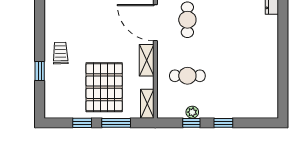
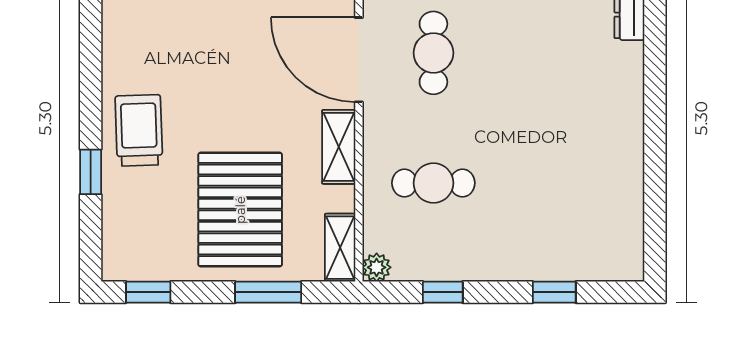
trolley: (60, 53) -> (139, 130), width x1.36, depth x1.39
plant: (192, 112) -> (377, 267), moved
window: (82, 123) -> (148, 292), moved
window: (223, 123) -> (554, 292), moved

